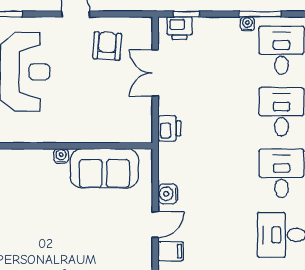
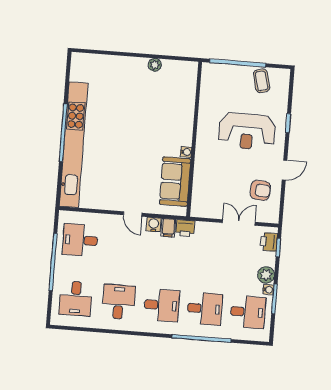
plant: (227, 29) -> (266, 275), added
printer: (169, 128) -> (185, 228), moved
filing cabinet: (171, 251) -> (168, 228), moved

